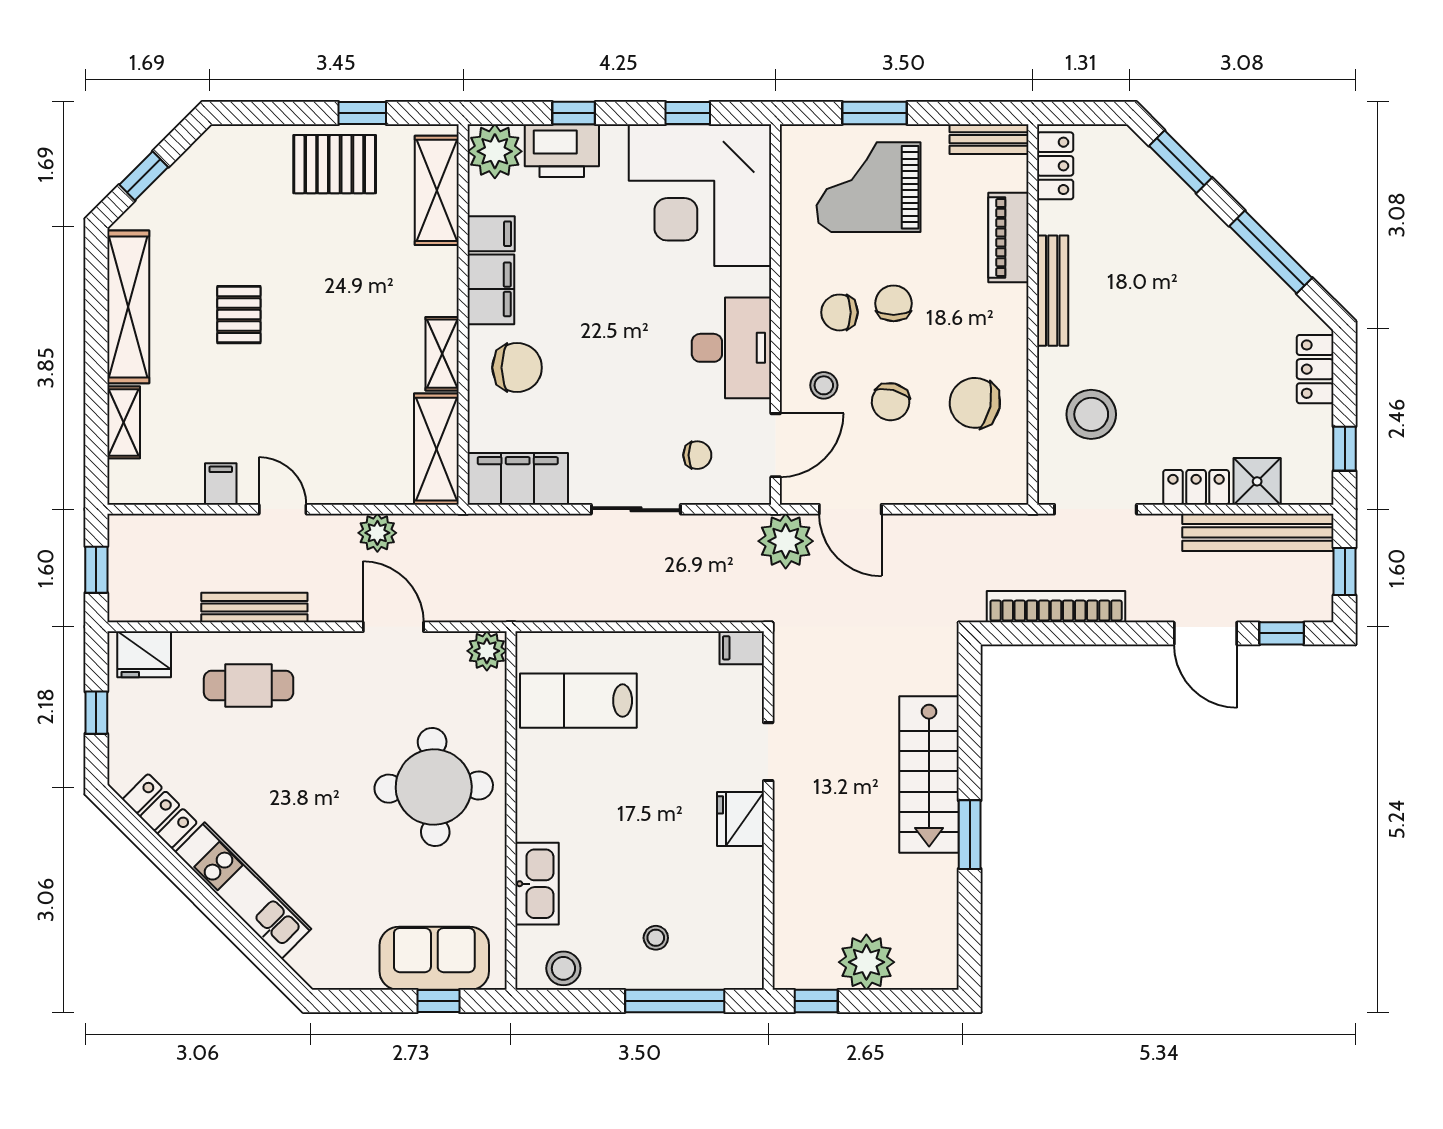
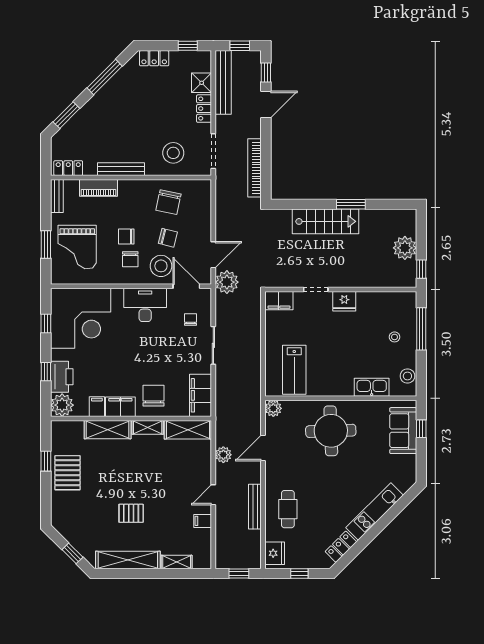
shelving: (437, 190) -> (108, 430), moved
stool: (824, 385) -> (161, 266), width x1.89, depth x1.89
filing cabinet: (742, 648) -> (279, 301), width x2.00

